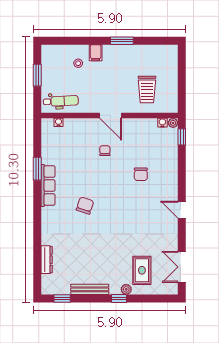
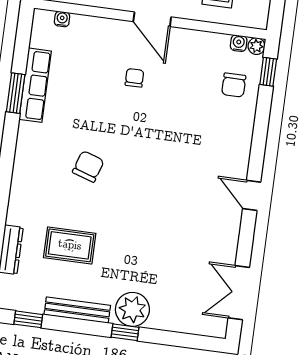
chair: (141, 174) -> (234, 85), moved
row of seats: (48, 186) -> (35, 85), moved
rug: (142, 270) -> (70, 245), moved, turned 90
plant: (126, 289) -> (132, 309), width x1.87, depth x1.87

